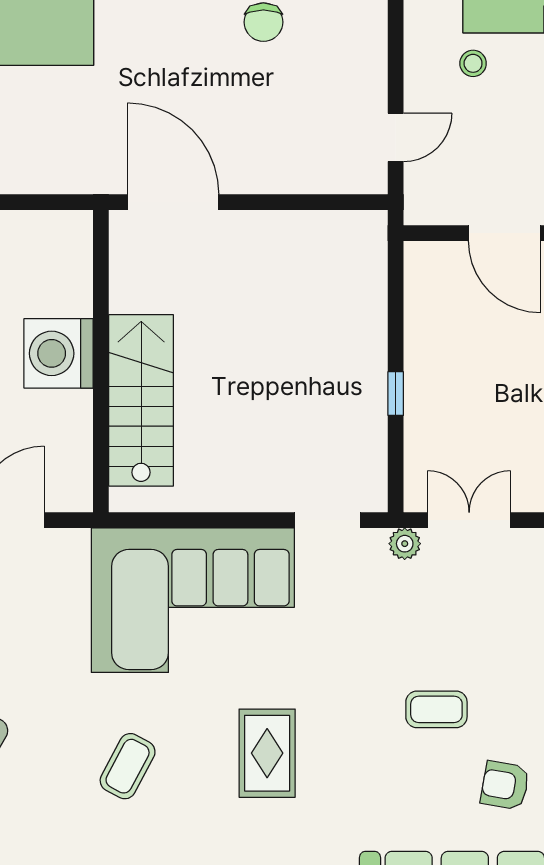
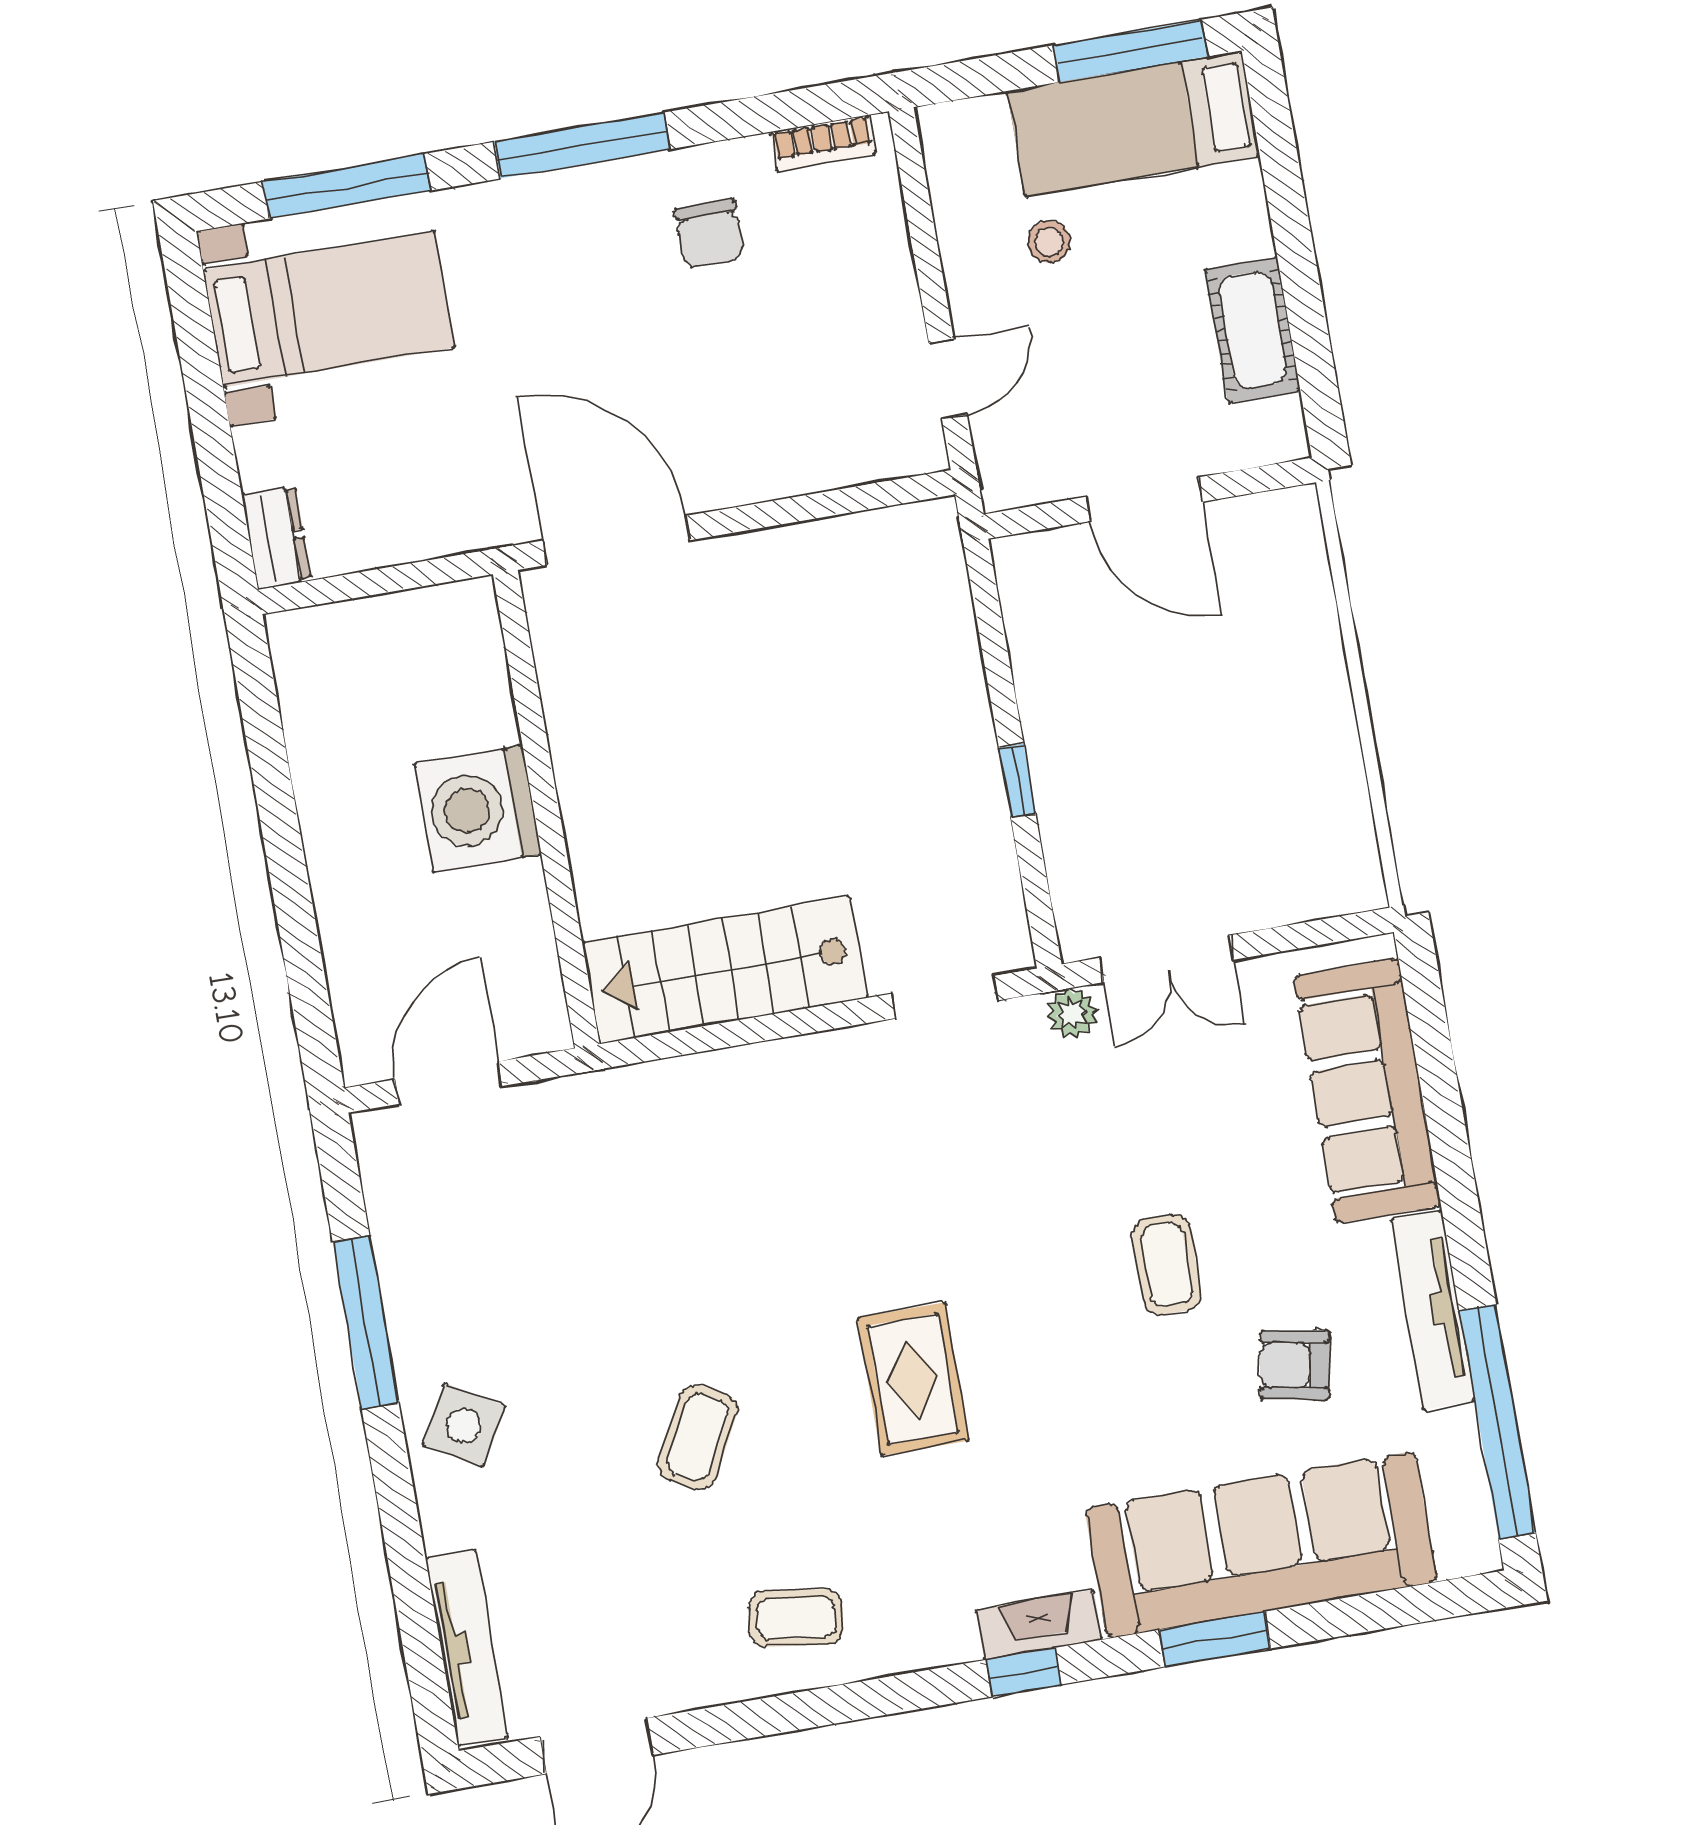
stairs: (141, 400) -> (725, 970), moved, turned -90
double door: (469, 520) -> (1167, 959), swing flipped
corner sofa: (193, 600) -> (755, 1159), removed
coffee table: (436, 709) -> (1167, 1265), turned 90

